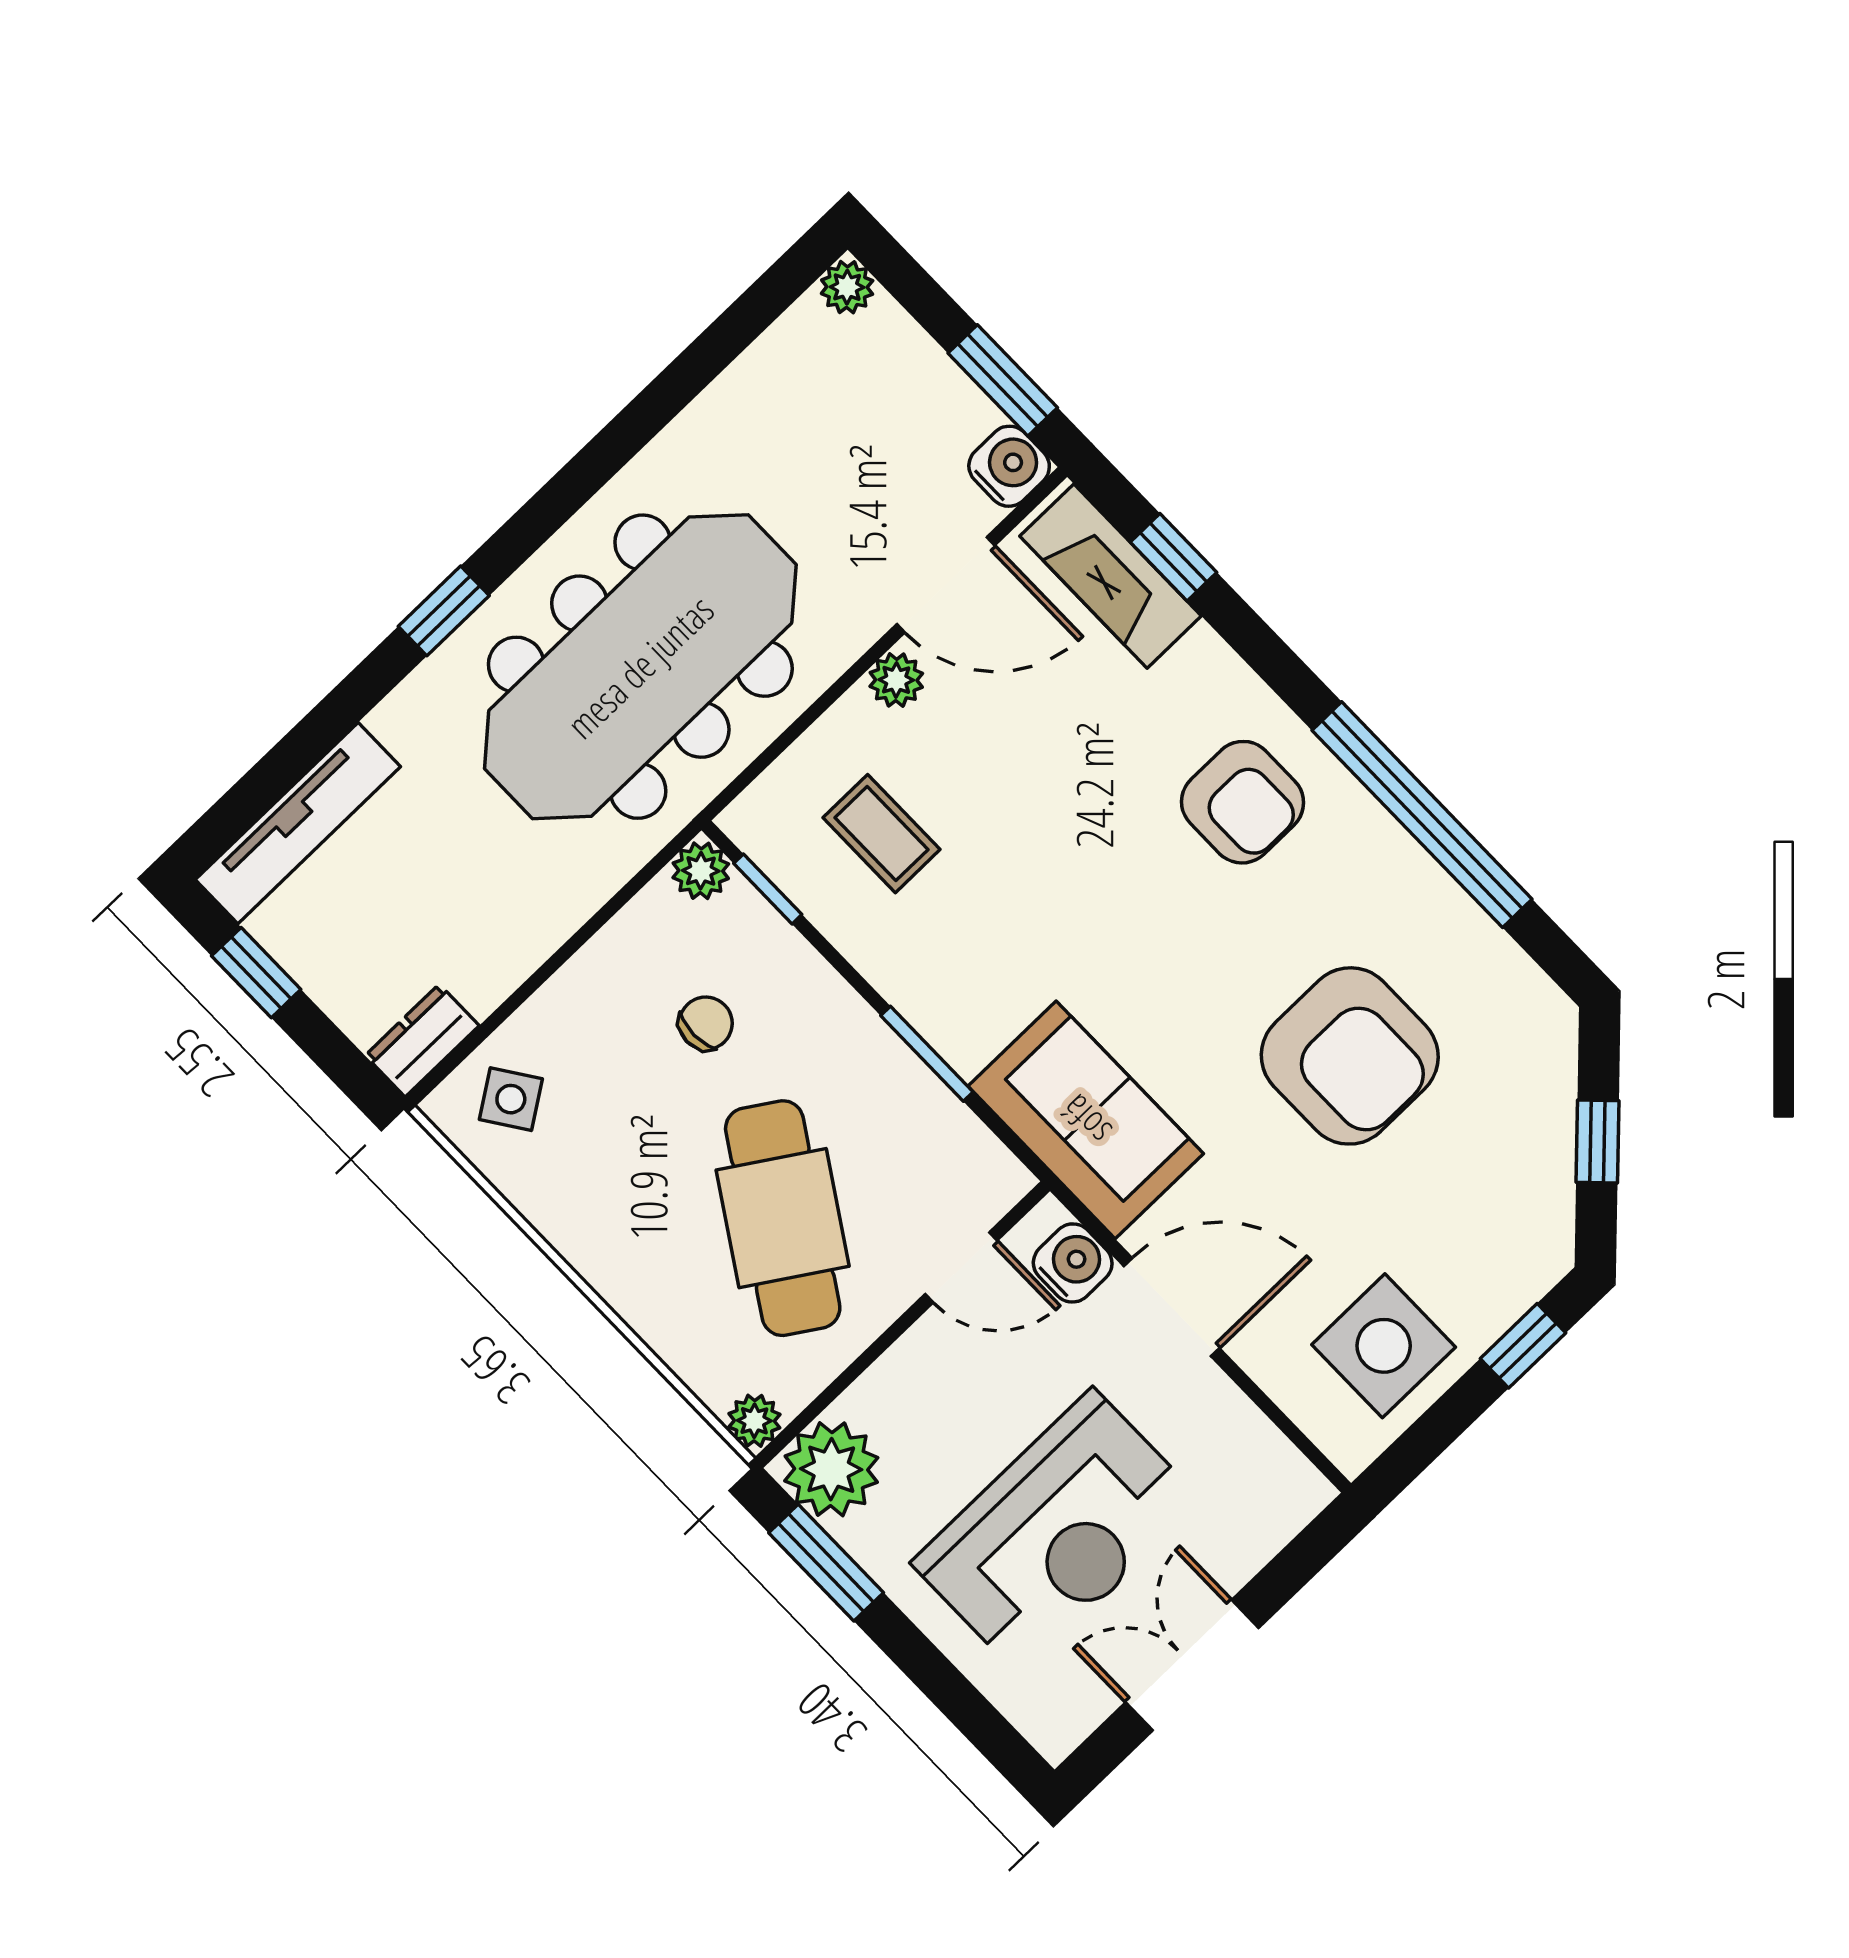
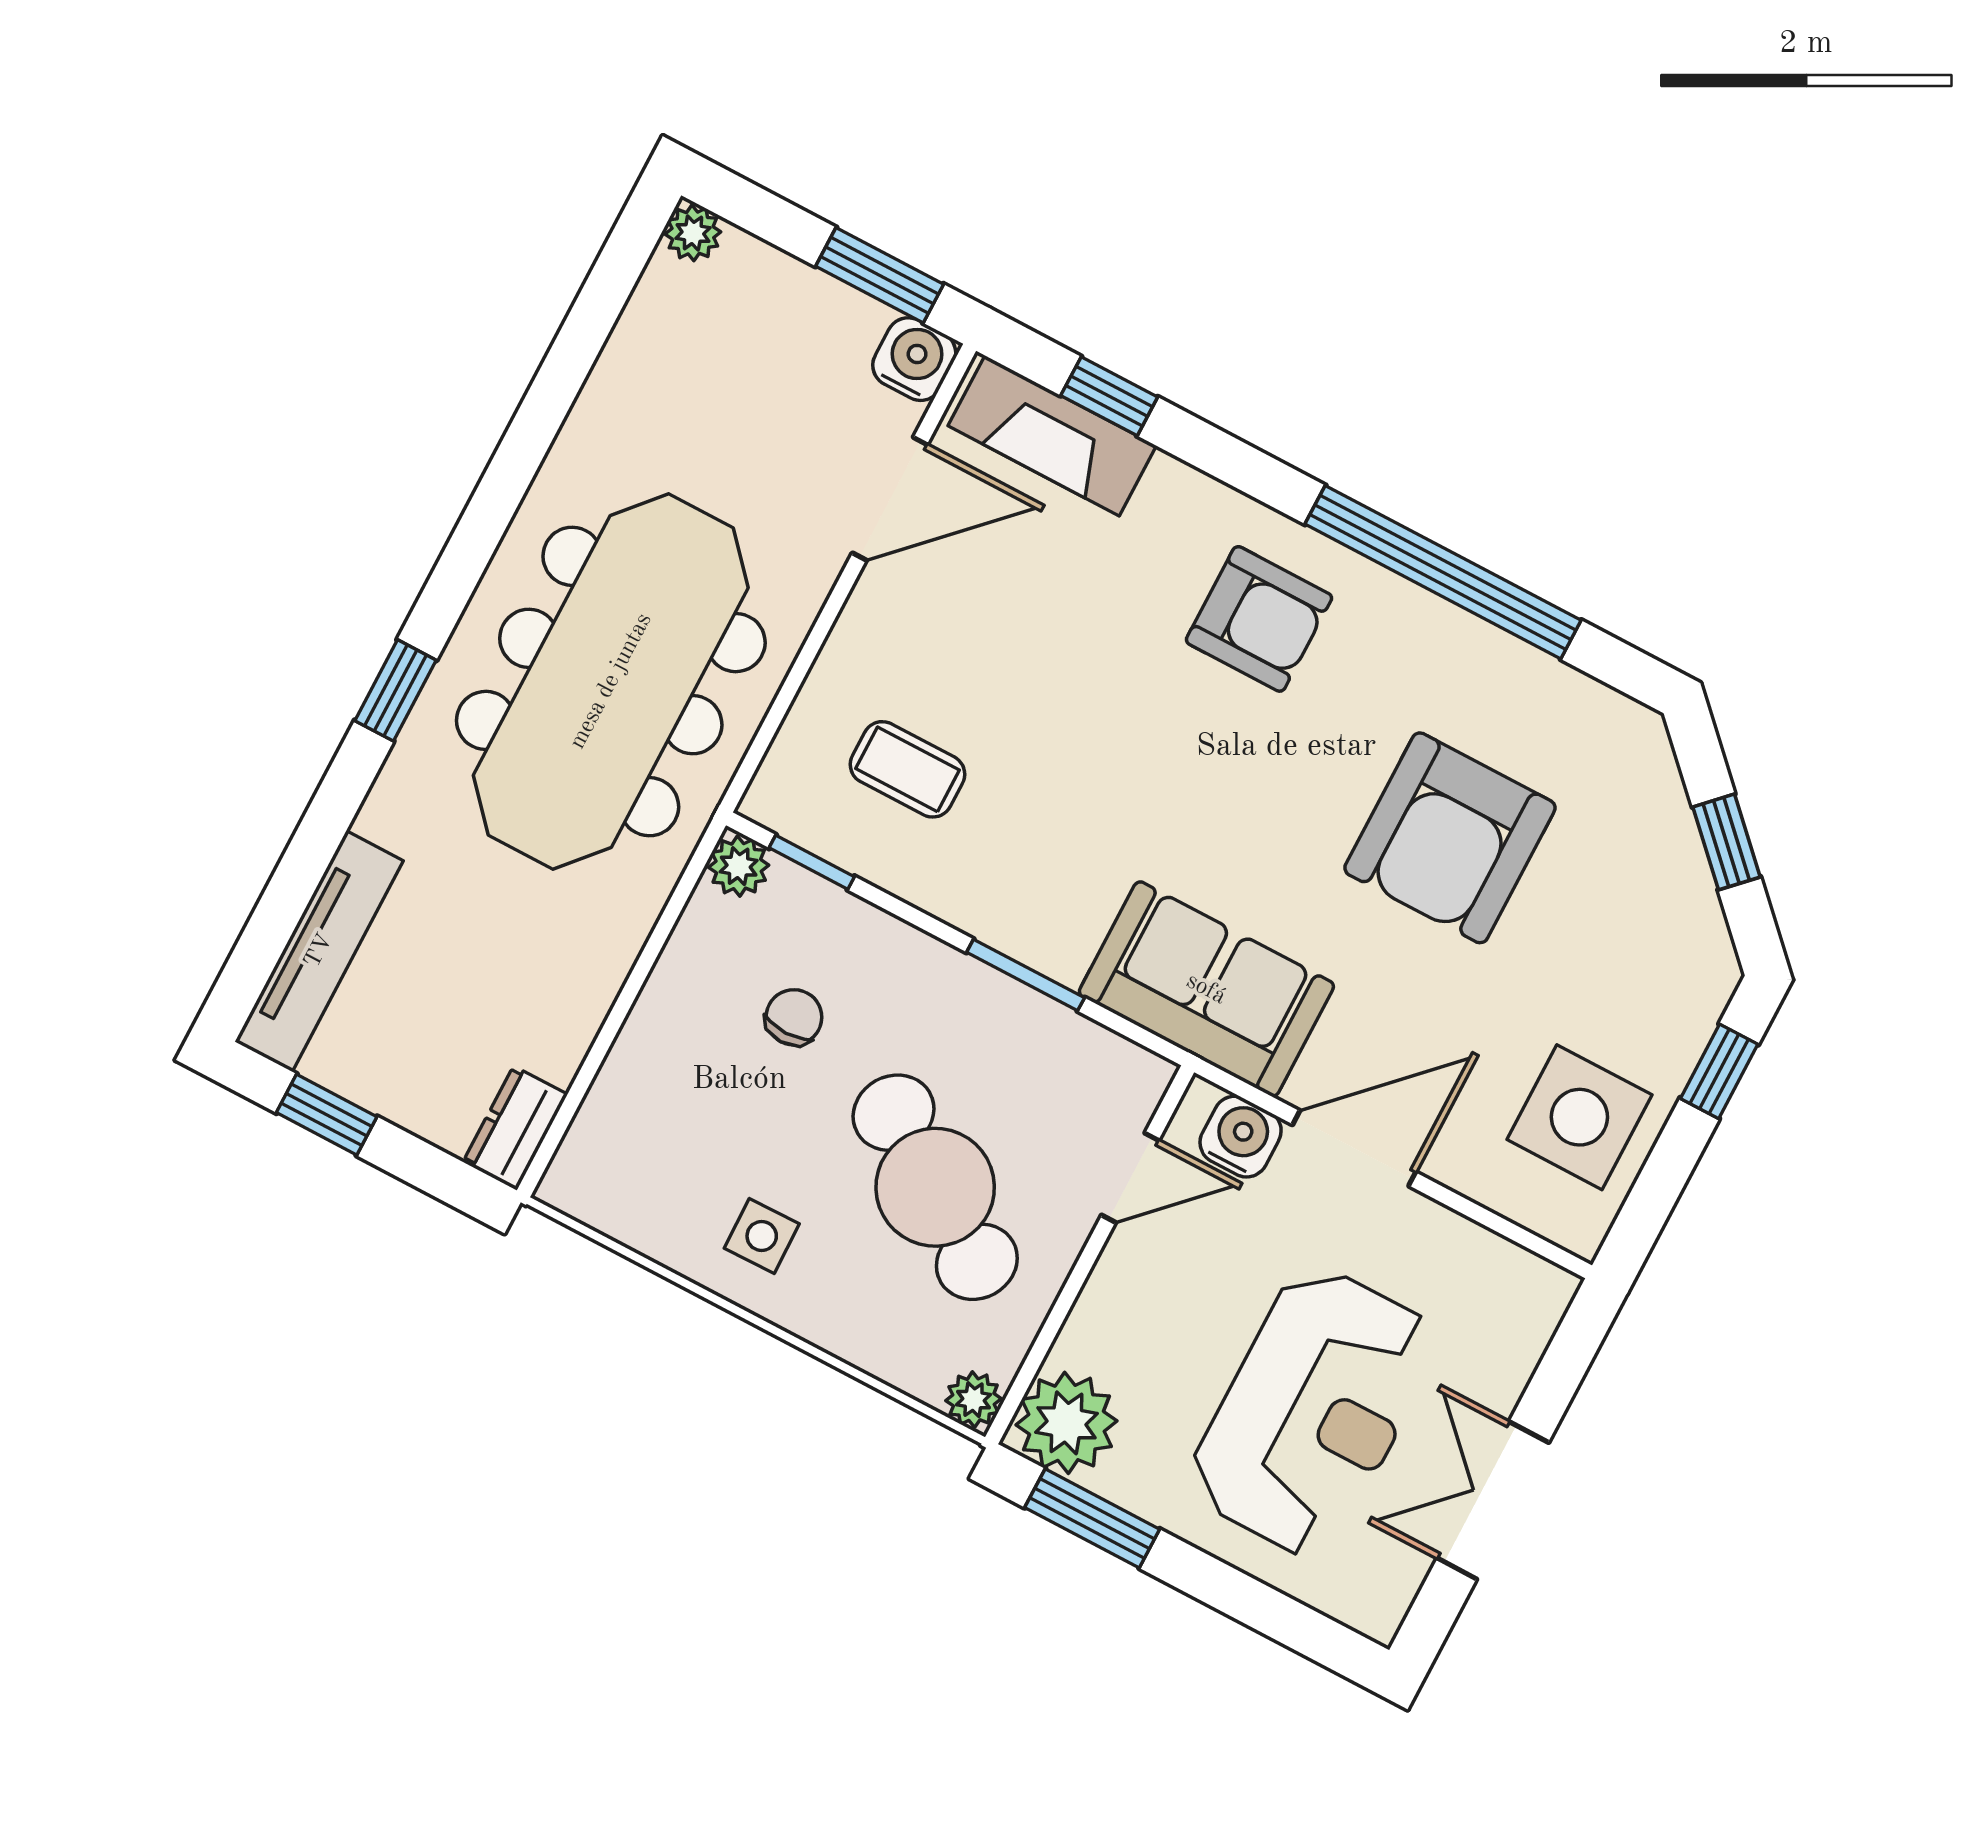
plant: (896, 680) -> (872, 610), removed
armchair: (1350, 1056) -> (1450, 838), turned 90
side table: (511, 1099) -> (762, 1236), moved, turned 33

